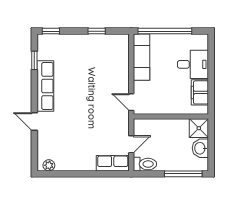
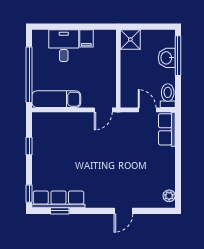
row of seats: (45, 86) -> (58, 199), moved
filing cabinet: (200, 92) -> (86, 38), width x0.50
washbasin: (200, 148) -> (167, 58), moved, turned 90

